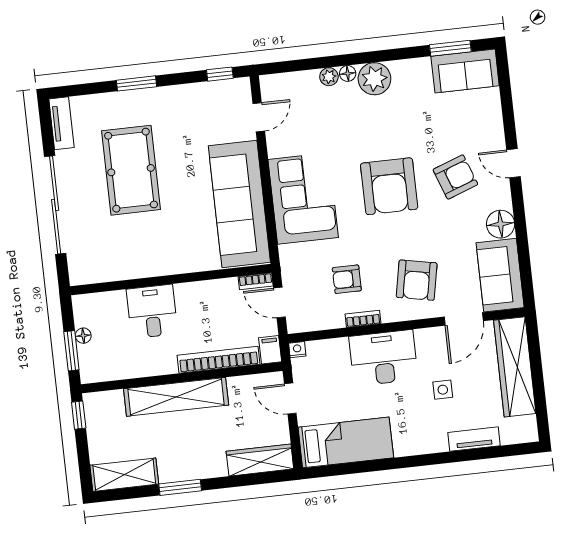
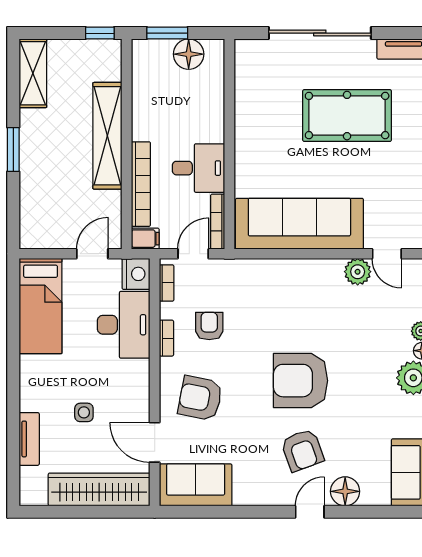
plant: (279, 143) -> (358, 272), added
corner sofa: (303, 198) -> (298, 290), removed
floor lamp: (501, 224) -> (345, 491), moved
bookcase: (256, 281) -> (218, 222), width x1.56
desk: (152, 311) -> (199, 168), moved
bookcase: (310, 325) -> (167, 283), added
floor lamp: (83, 336) -> (189, 54), width x1.89, depth x1.89
nightstand: (297, 350) -> (136, 274), width x1.89, depth x1.79
desk: (383, 358) -> (124, 325), moved
wardrobe: (260, 460) -> (32, 215), removed
window: (180, 487) -> (13, 149), moved

